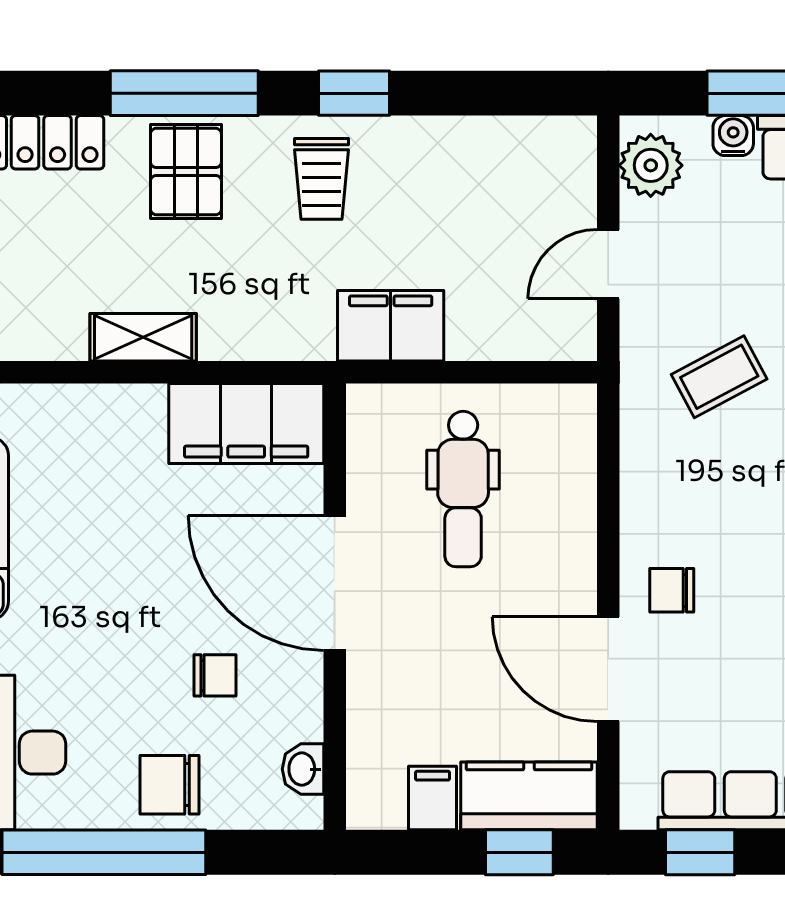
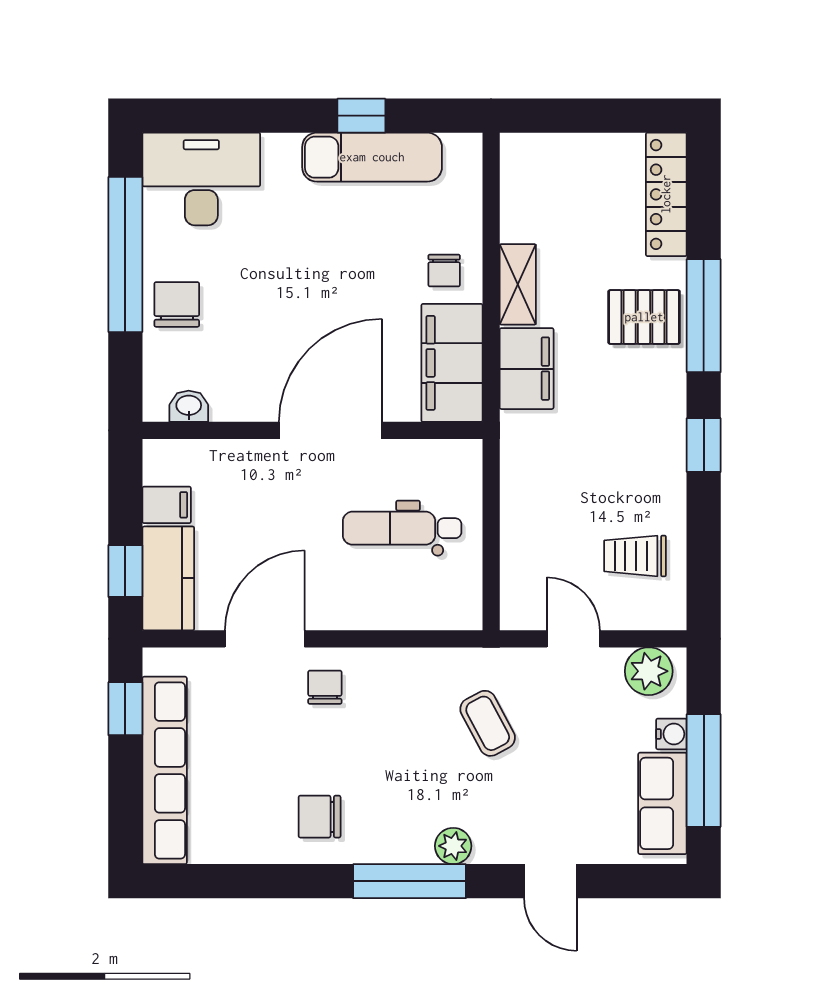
trolley: (322, 179) -> (635, 556), moved
filing cabinet: (391, 326) -> (527, 369), moved
chair: (215, 675) -> (444, 270), moved

